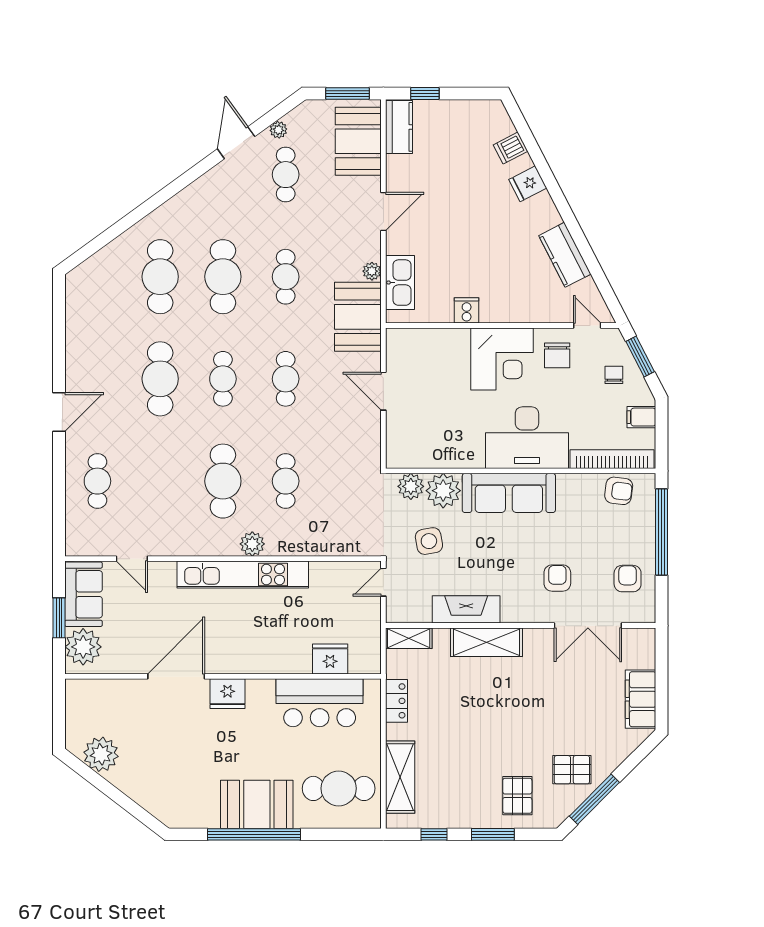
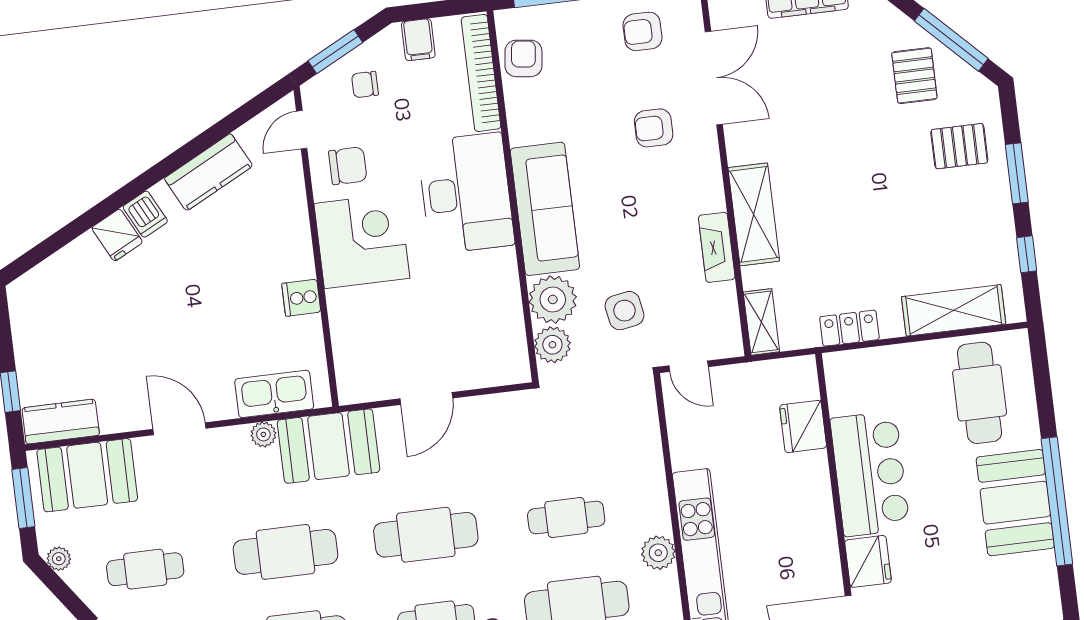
plant: (278, 130) -> (59, 559), moved
dishwasher: (511, 148) -> (145, 214), moved
cafe table: (286, 277) -> (286, 552), width x1.37, depth x1.35
cafe table: (286, 379) -> (426, 535), width x1.37, depth x1.35
fireplace: (466, 609) -> (717, 247), width x0.73, depth x0.76
bar counter: (320, 703) -> (870, 474), moved

